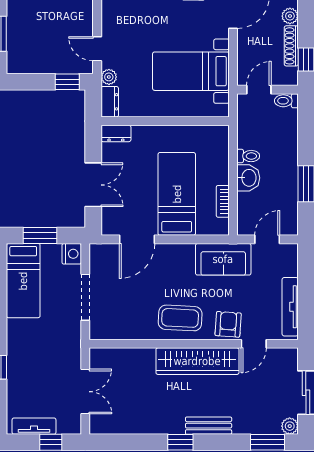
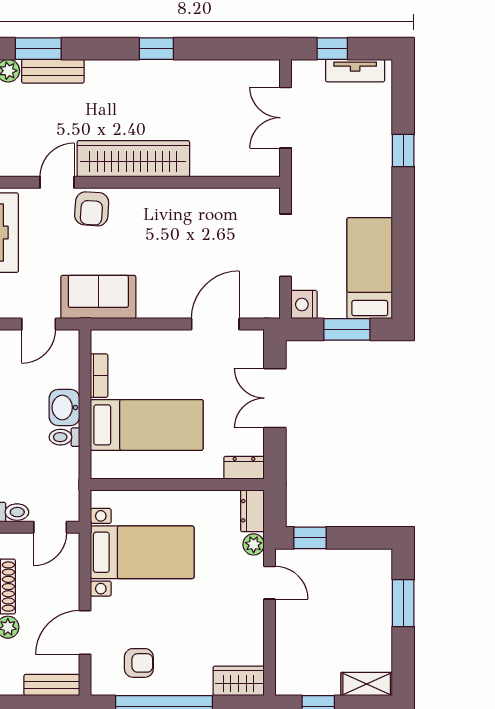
bed: (177, 194) -> (147, 425), moved, turned -90
coffee table: (180, 318) -> (157, 217), removed
bench: (209, 426) -> (53, 71), moved

